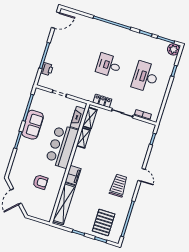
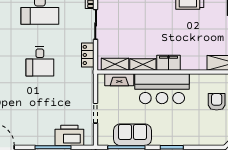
printer: (47, 69) -> (69, 135), width x1.87, depth x1.48
sofa: (33, 125) -> (132, 135), moved
filing cabinet: (73, 175) -> (168, 63), moved

